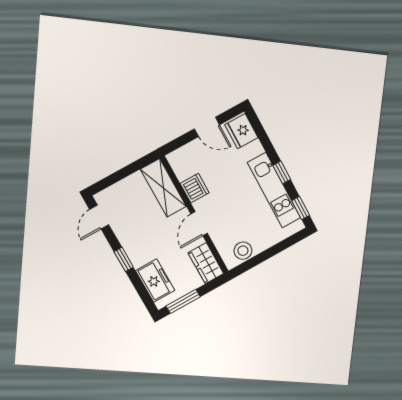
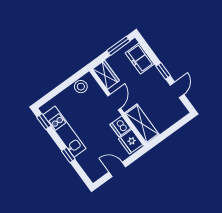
fridge: (241, 131) -> (131, 142), moved, turned 180
window: (282, 172) -> (68, 155), moved
door: (99, 217) -> (177, 90), moved

